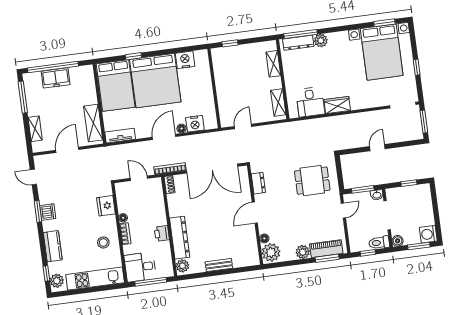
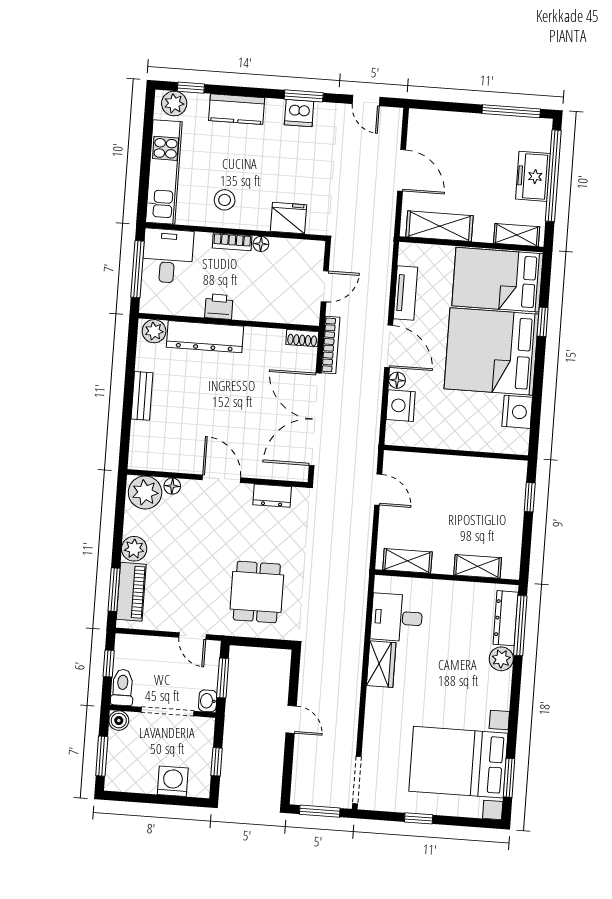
shelving: (35, 129) -> (517, 235), moved
tv unit: (120, 136) -> (406, 293), moved
door: (33, 177) -> (366, 101), swing flipped
washing machine: (428, 234) -> (173, 781), moved

